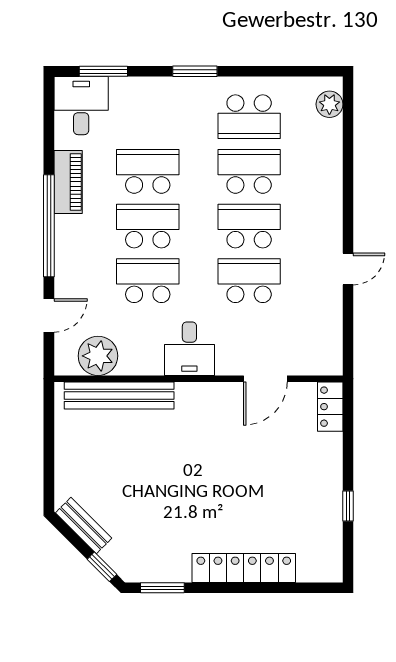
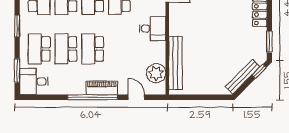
piano: (68, 182) -> (102, 88), moved
school desk: (148, 281) -> (39, 49), moved
bench: (84, 526) -> (243, 77), width x1.36

